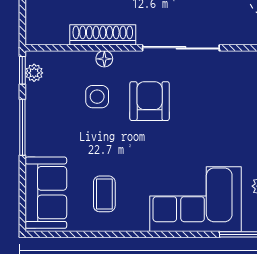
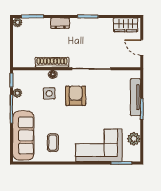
plant: (34, 73) -> (17, 93), moved
sofa: (46, 193) -> (23, 135), width x1.36

